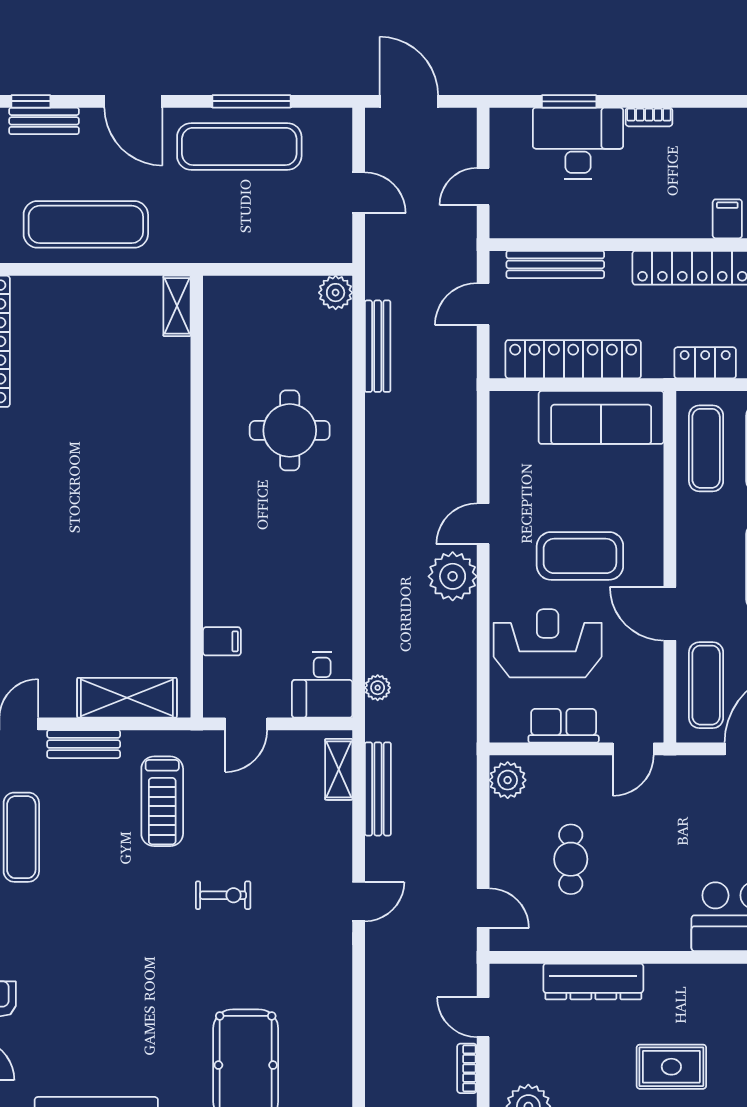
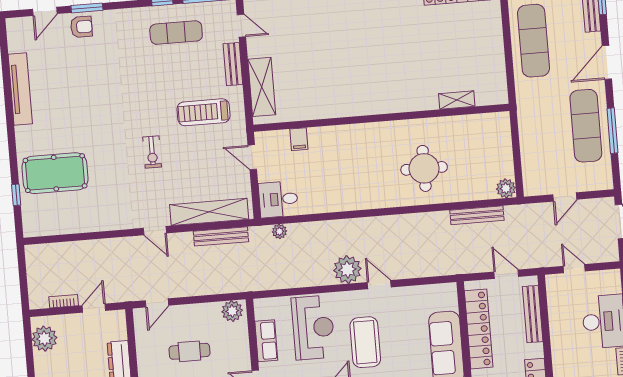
shelving: (177, 306) -> (457, 100), moved
shelving: (339, 769) -> (209, 212), width x2.20, depth x1.33

